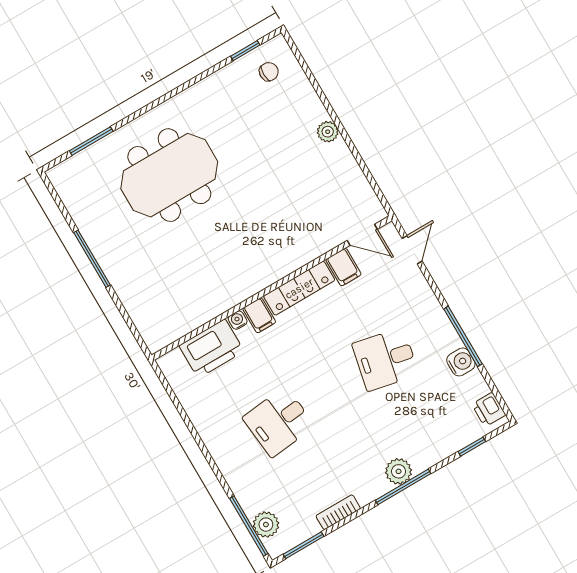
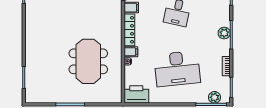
meeting table: (169, 175) -> (88, 61), moved
printer: (212, 349) -> (136, 94), moved, turned -90
desk: (279, 422) -> (177, 69), width x1.87, depth x1.30

